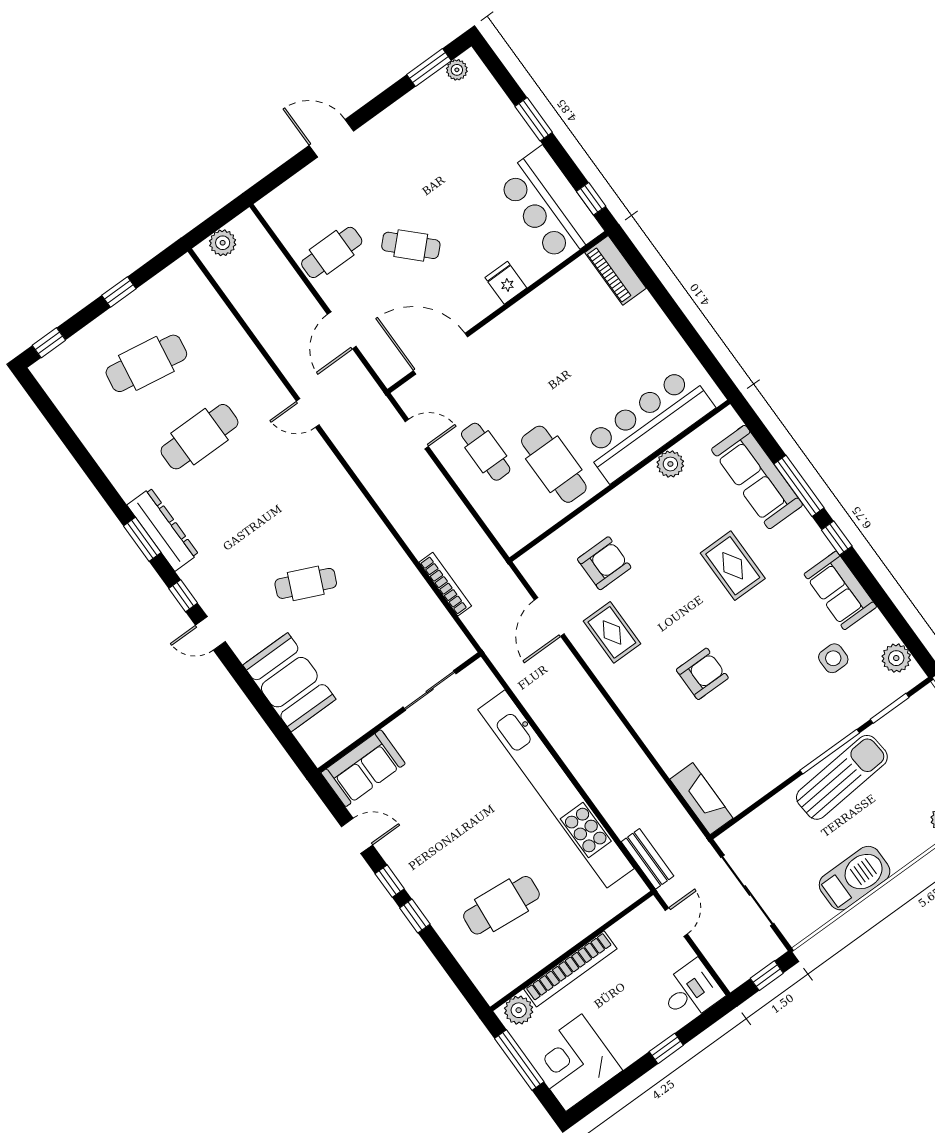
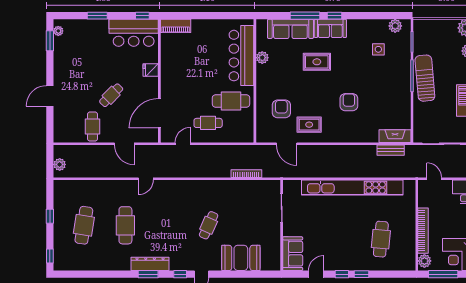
sofa: (840, 590) -> (330, 28), moved
bench: (647, 859) -> (391, 150), moved

